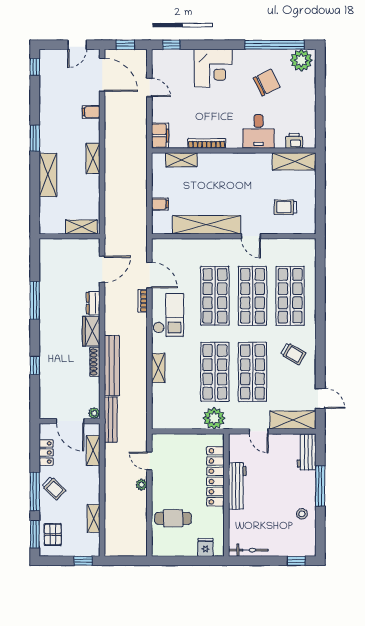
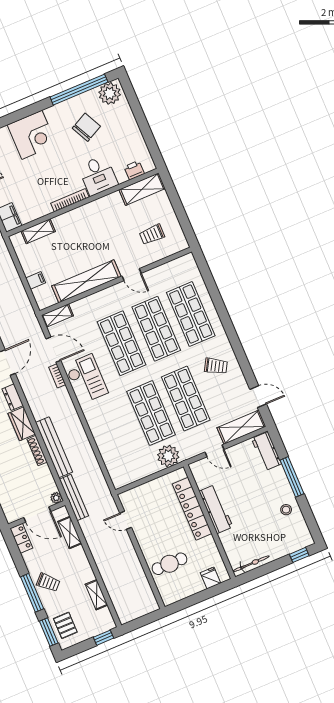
bookcase: (207, 143) -> (70, 200), moved
shelving: (158, 368) -> (57, 315), moved, turned 90
locker: (46, 453) -> (21, 538), moved
plant: (141, 485) -> (127, 545), removed

